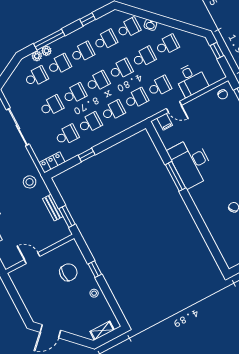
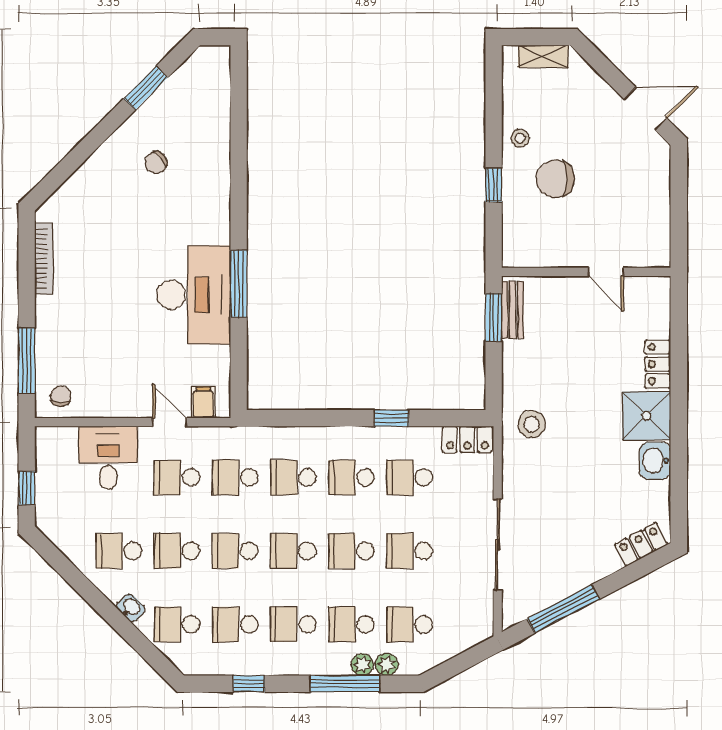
bench: (53, 208) -> (513, 310), moved
chair: (68, 272) -> (555, 179), moved

